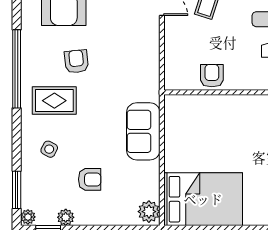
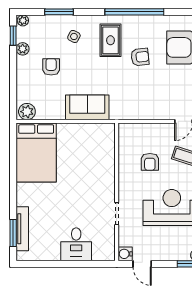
armchair: (212, 76) -> (150, 162), moved, turned 90
armchair: (90, 179) -> (51, 67), turned 180
window: (17, 190) -> (59, 12), moved

